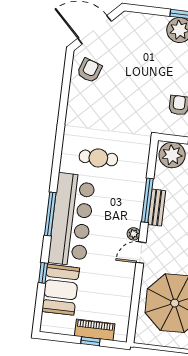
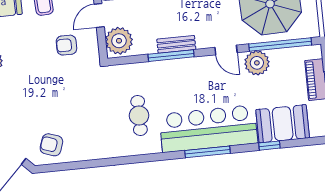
plant: (134, 234) -> (257, 63), moved, width x1.88, depth x1.88
window: (135, 304) -> (280, 44), added

